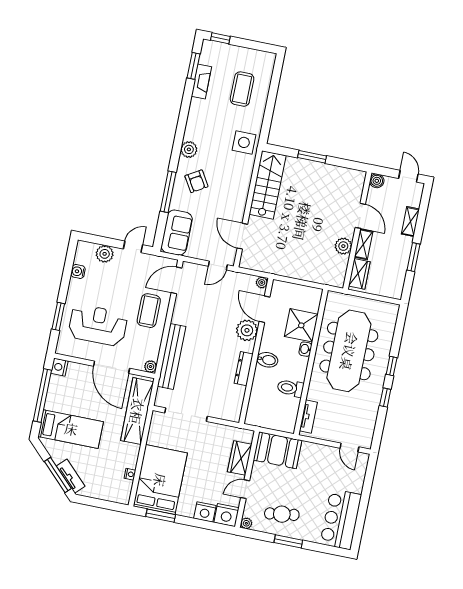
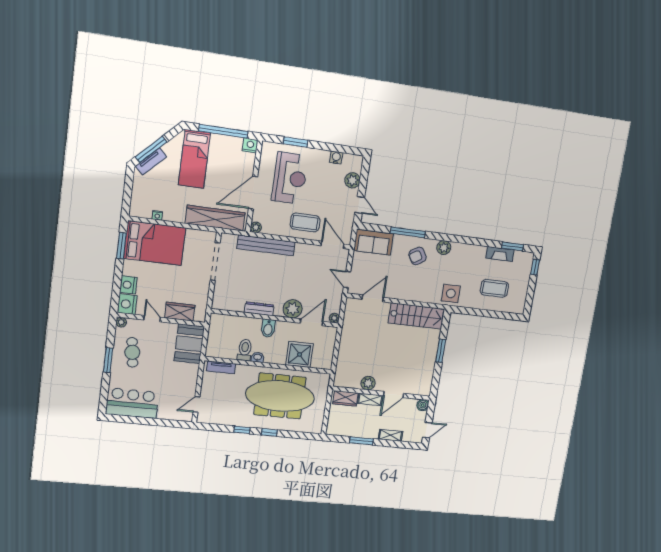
washbasin: (305, 349) -> (258, 357), moved

